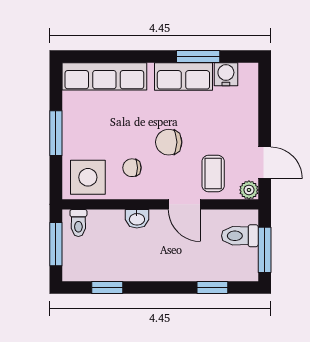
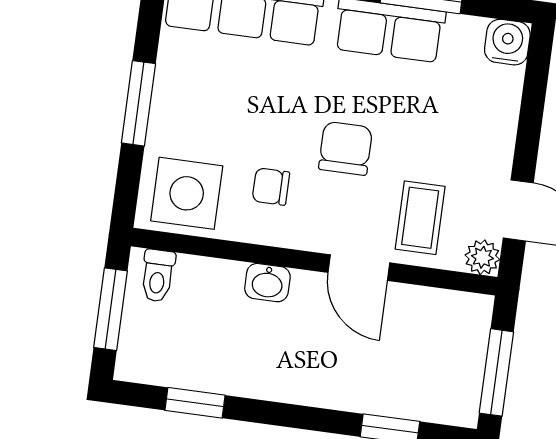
water cooler: (226, 74) -> (507, 42), moved
chair: (169, 142) -> (346, 148), turned 90
toilet: (240, 236) -> (454, 340), removed

